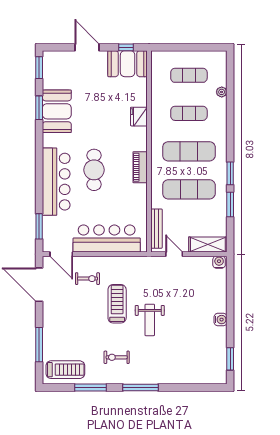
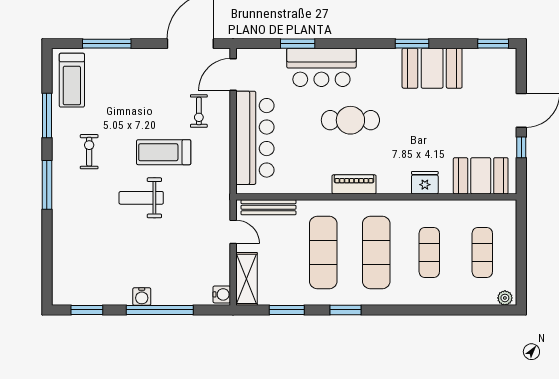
window: (126, 47) -> (521, 147), moved
booth: (128, 64) -> (481, 176), moved, turned 90
plant: (222, 92) -> (505, 298), moved
window: (39, 108) -> (412, 44), moved
bar counter: (56, 182) -> (321, 67), width x0.73
window: (230, 204) -> (287, 310), moved
window: (39, 226) -> (298, 44), moved
door: (174, 254) -> (233, 232), hinge flipped
treadmill: (117, 304) -> (164, 152), turned 180
window: (230, 307) -> (160, 310), added

